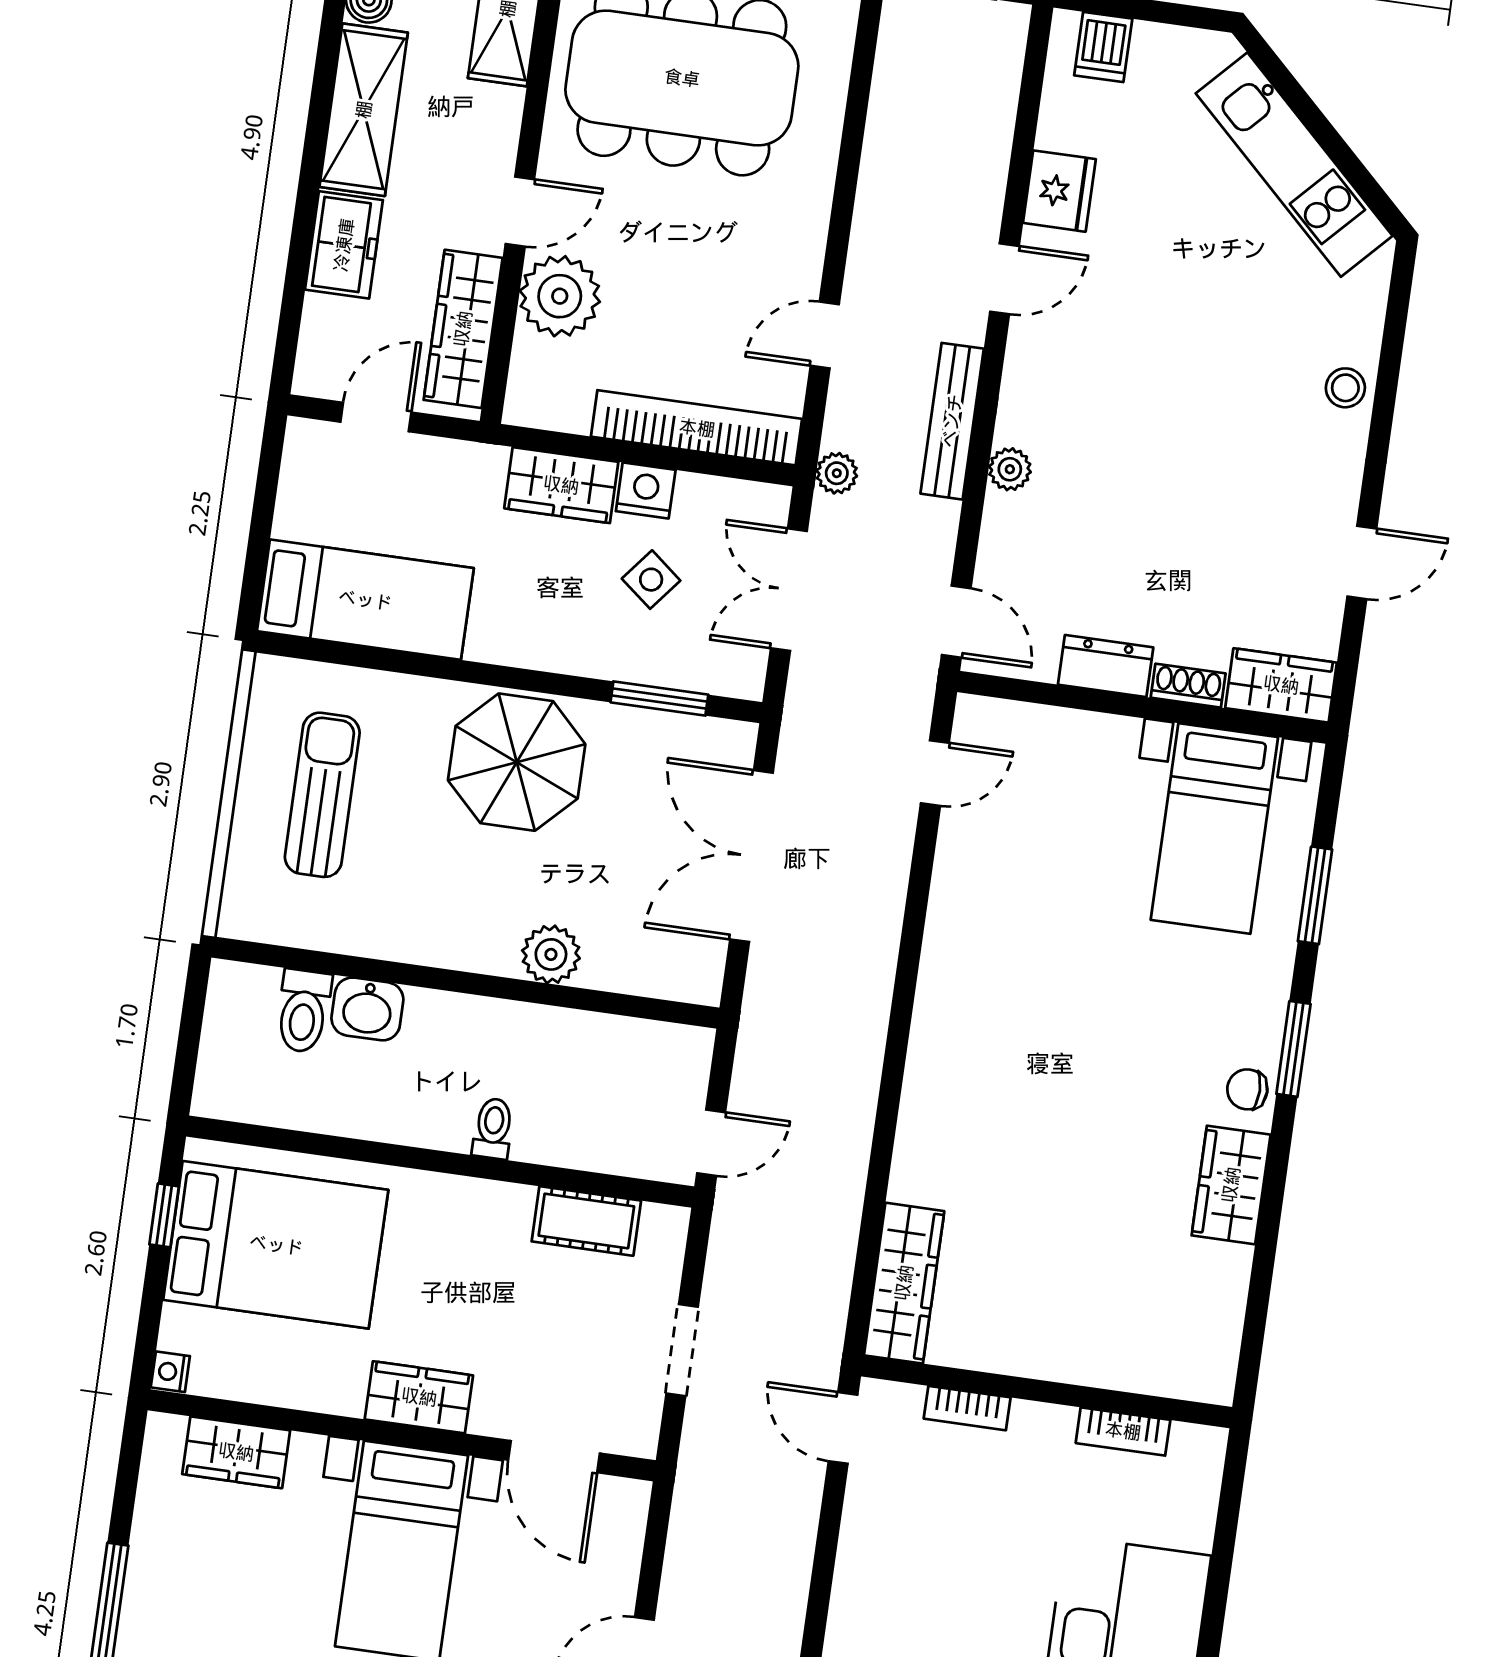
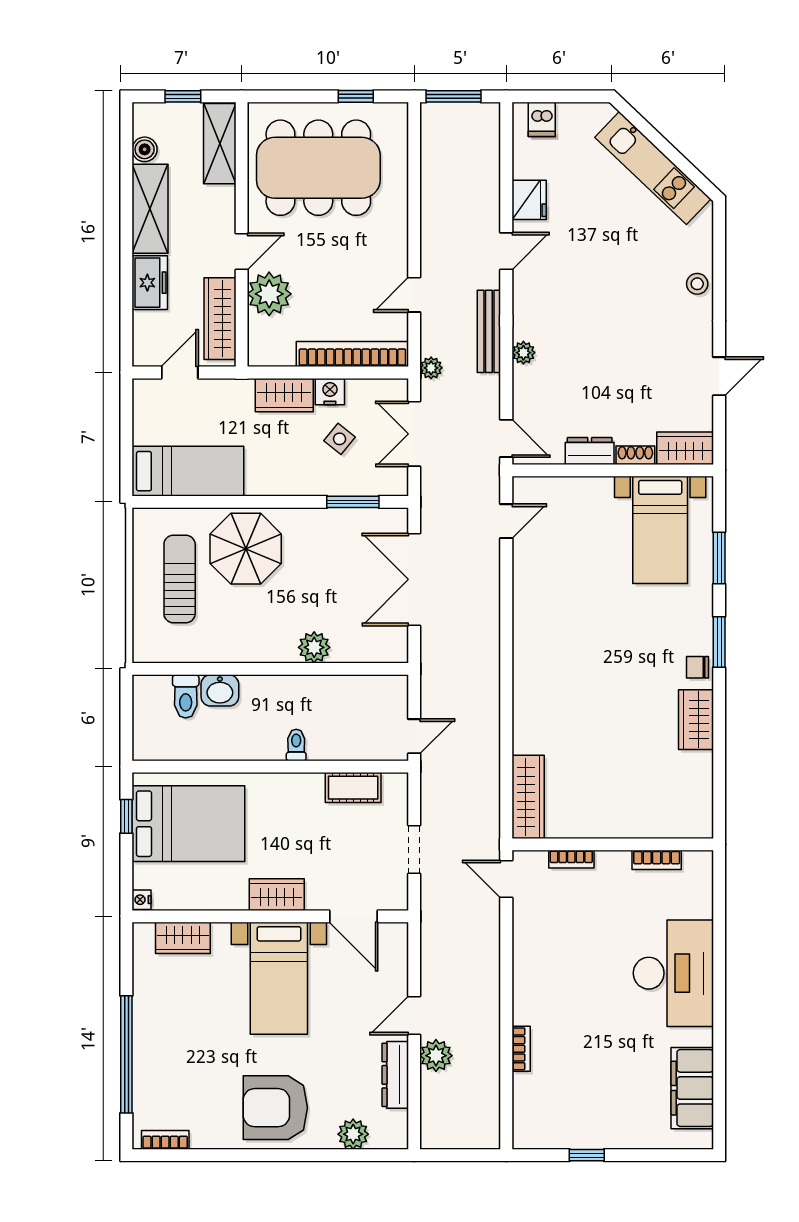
parasol: (517, 762) -> (246, 549), moved

